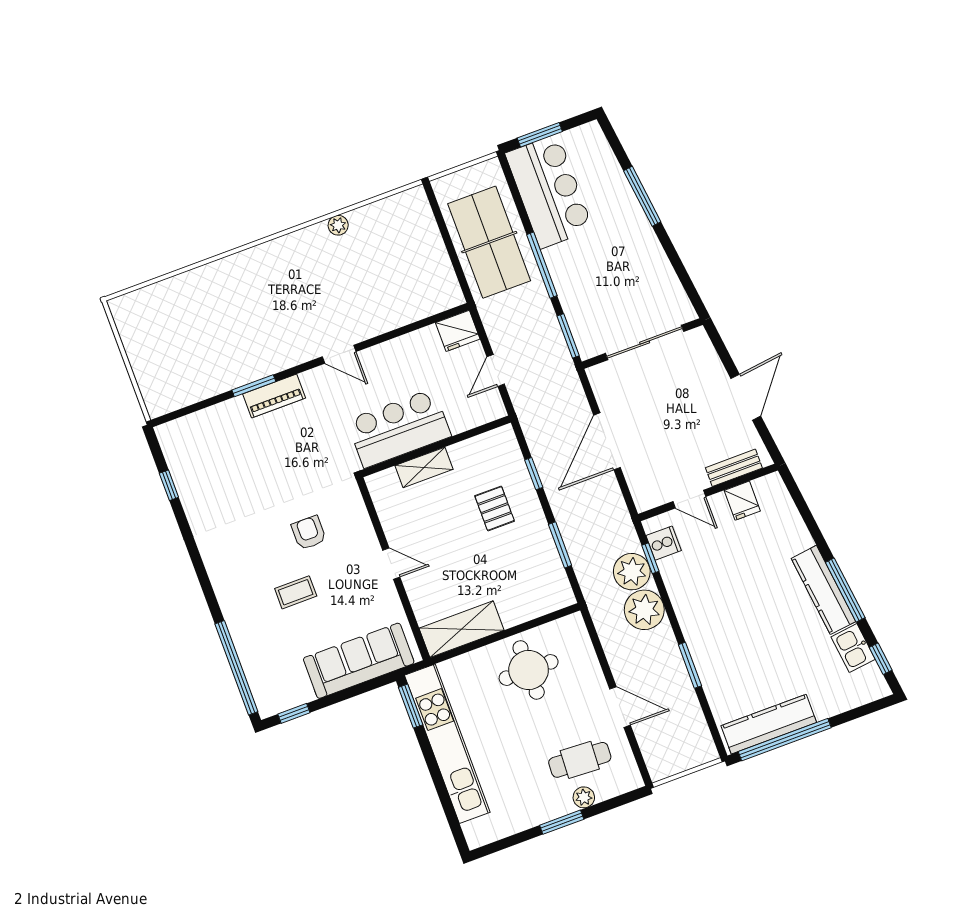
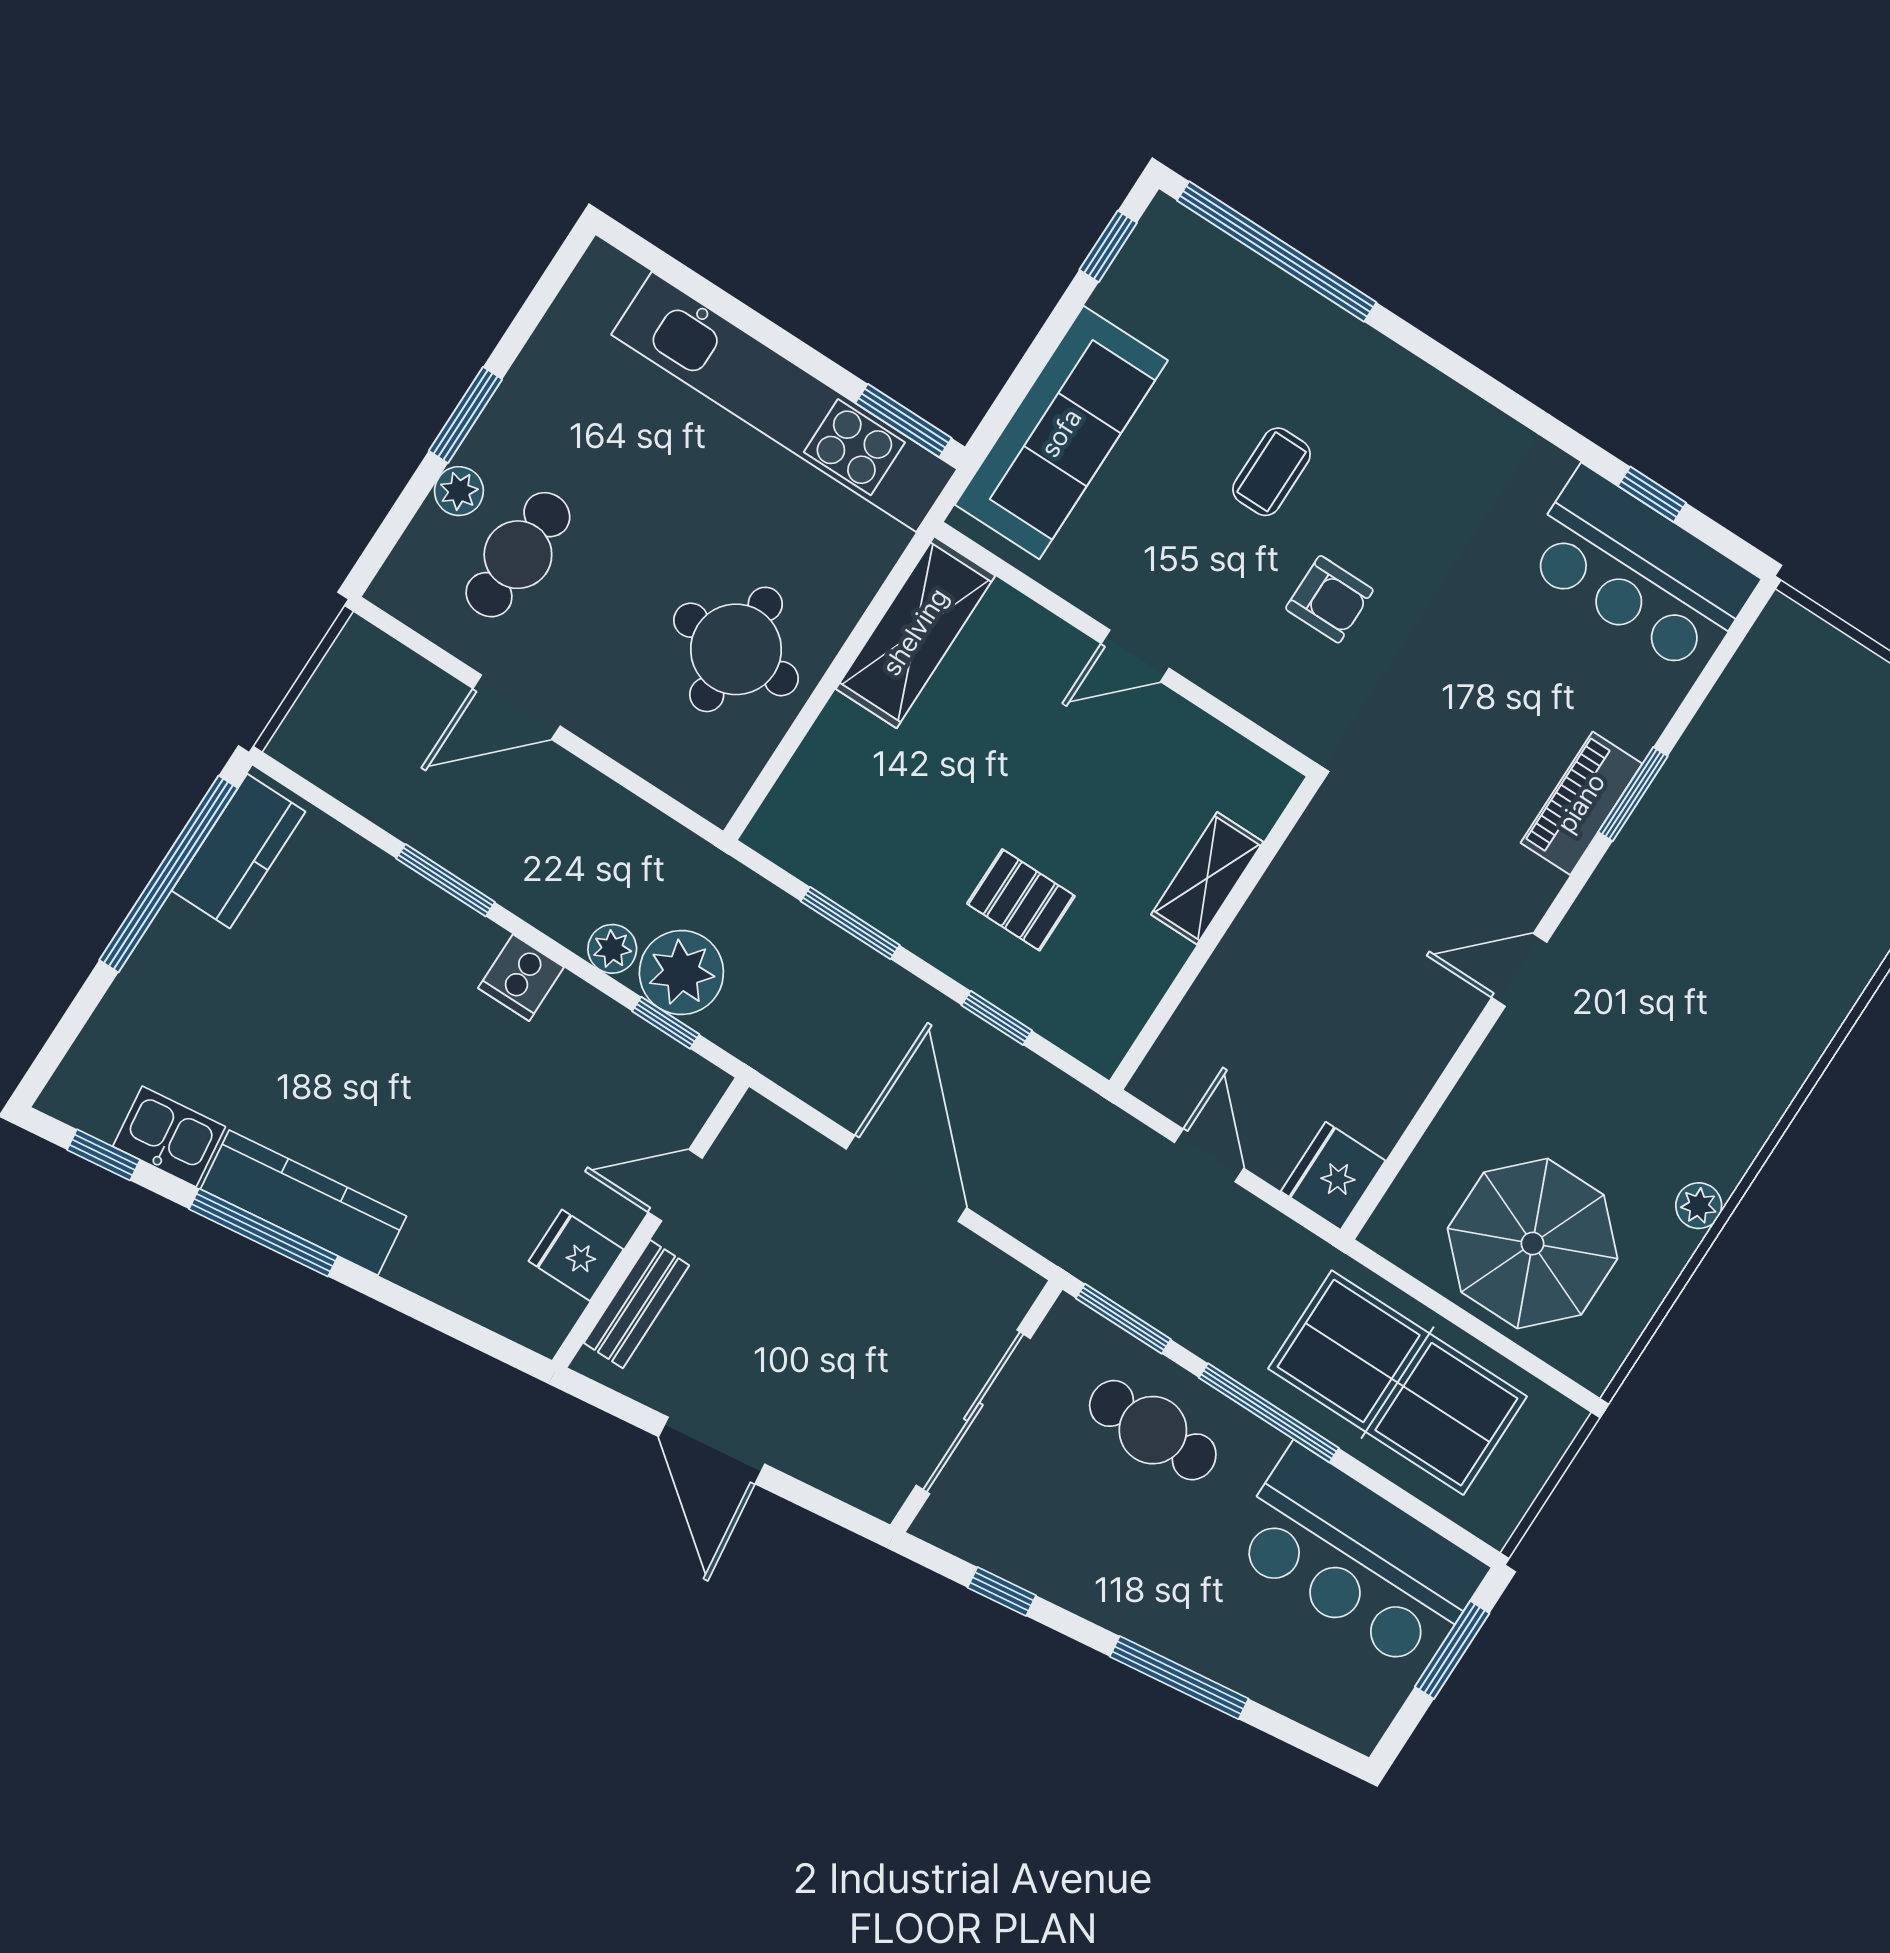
parasol: (406, 255) -> (1533, 1244), added
window: (681, 272) -> (1002, 1591), added
cafe table: (587, 289) -> (1153, 1430), added
bar counter: (399, 428) -> (1639, 571), moved, turned 90
cooker: (664, 543) -> (521, 978), moved
plant: (644, 610) -> (612, 949), width x0.53, depth x0.53
kitchen counter: (769, 724) -> (239, 851), width x0.67

